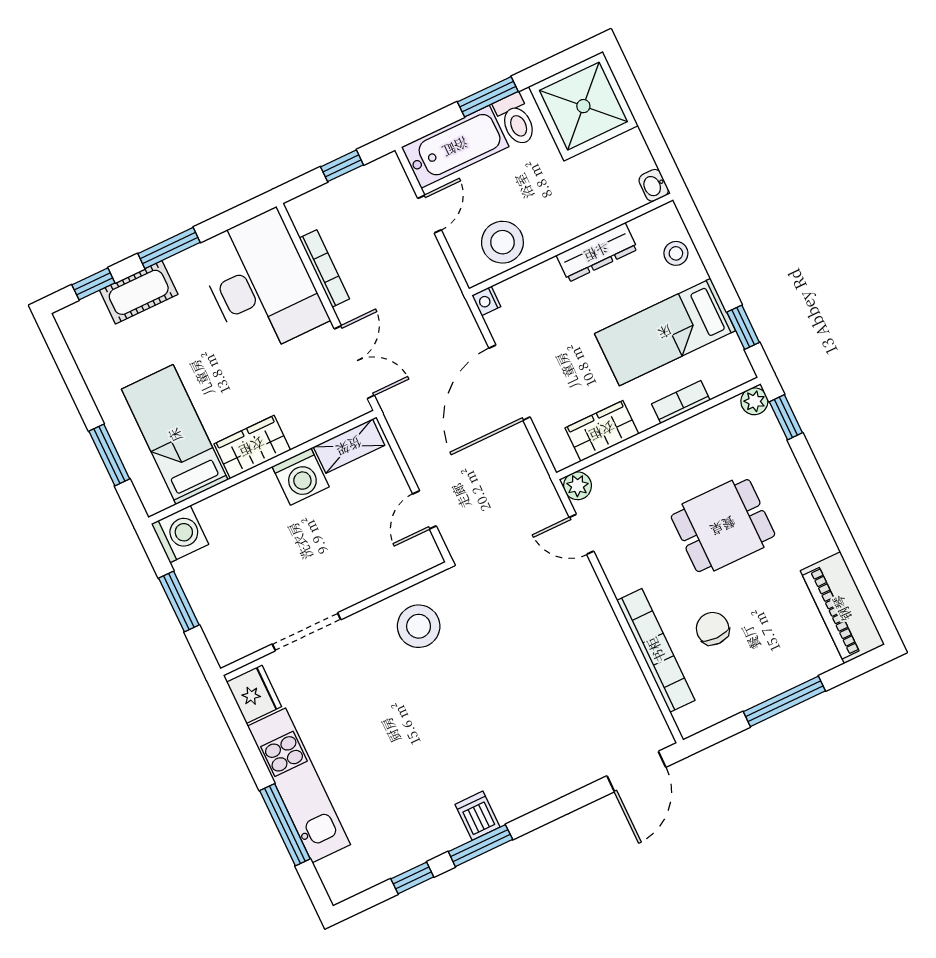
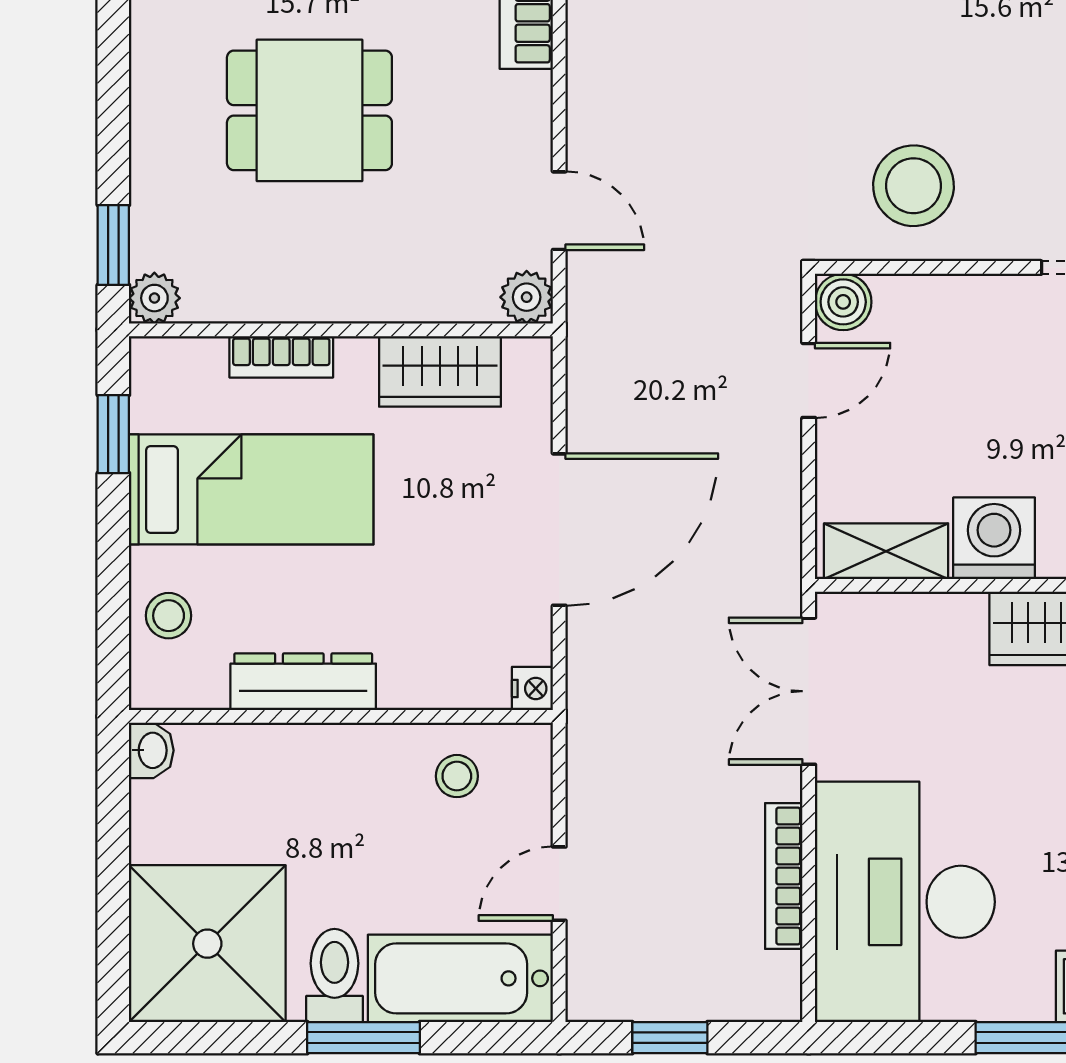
stool: (502, 242) -> (457, 776), width x0.53, depth x0.53
boiler: (426, 555) -> (843, 302), added

